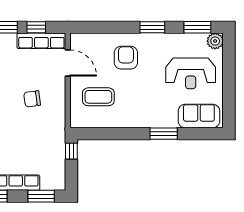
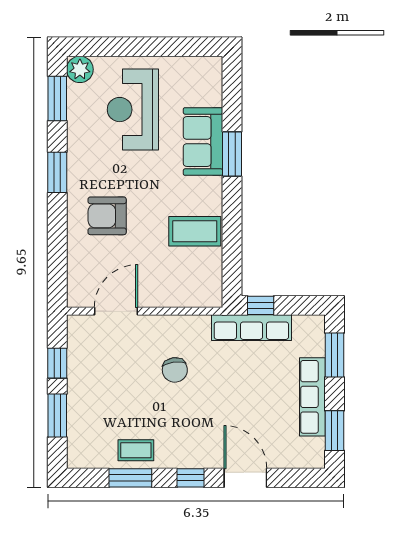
row of seats: (41, 41) -> (251, 328), moved, turned 90
reception desk: (191, 73) -> (133, 110), turned 180
coffee table: (98, 97) -> (195, 231), moved, turned 90
sofa: (199, 116) -> (203, 142), moved

